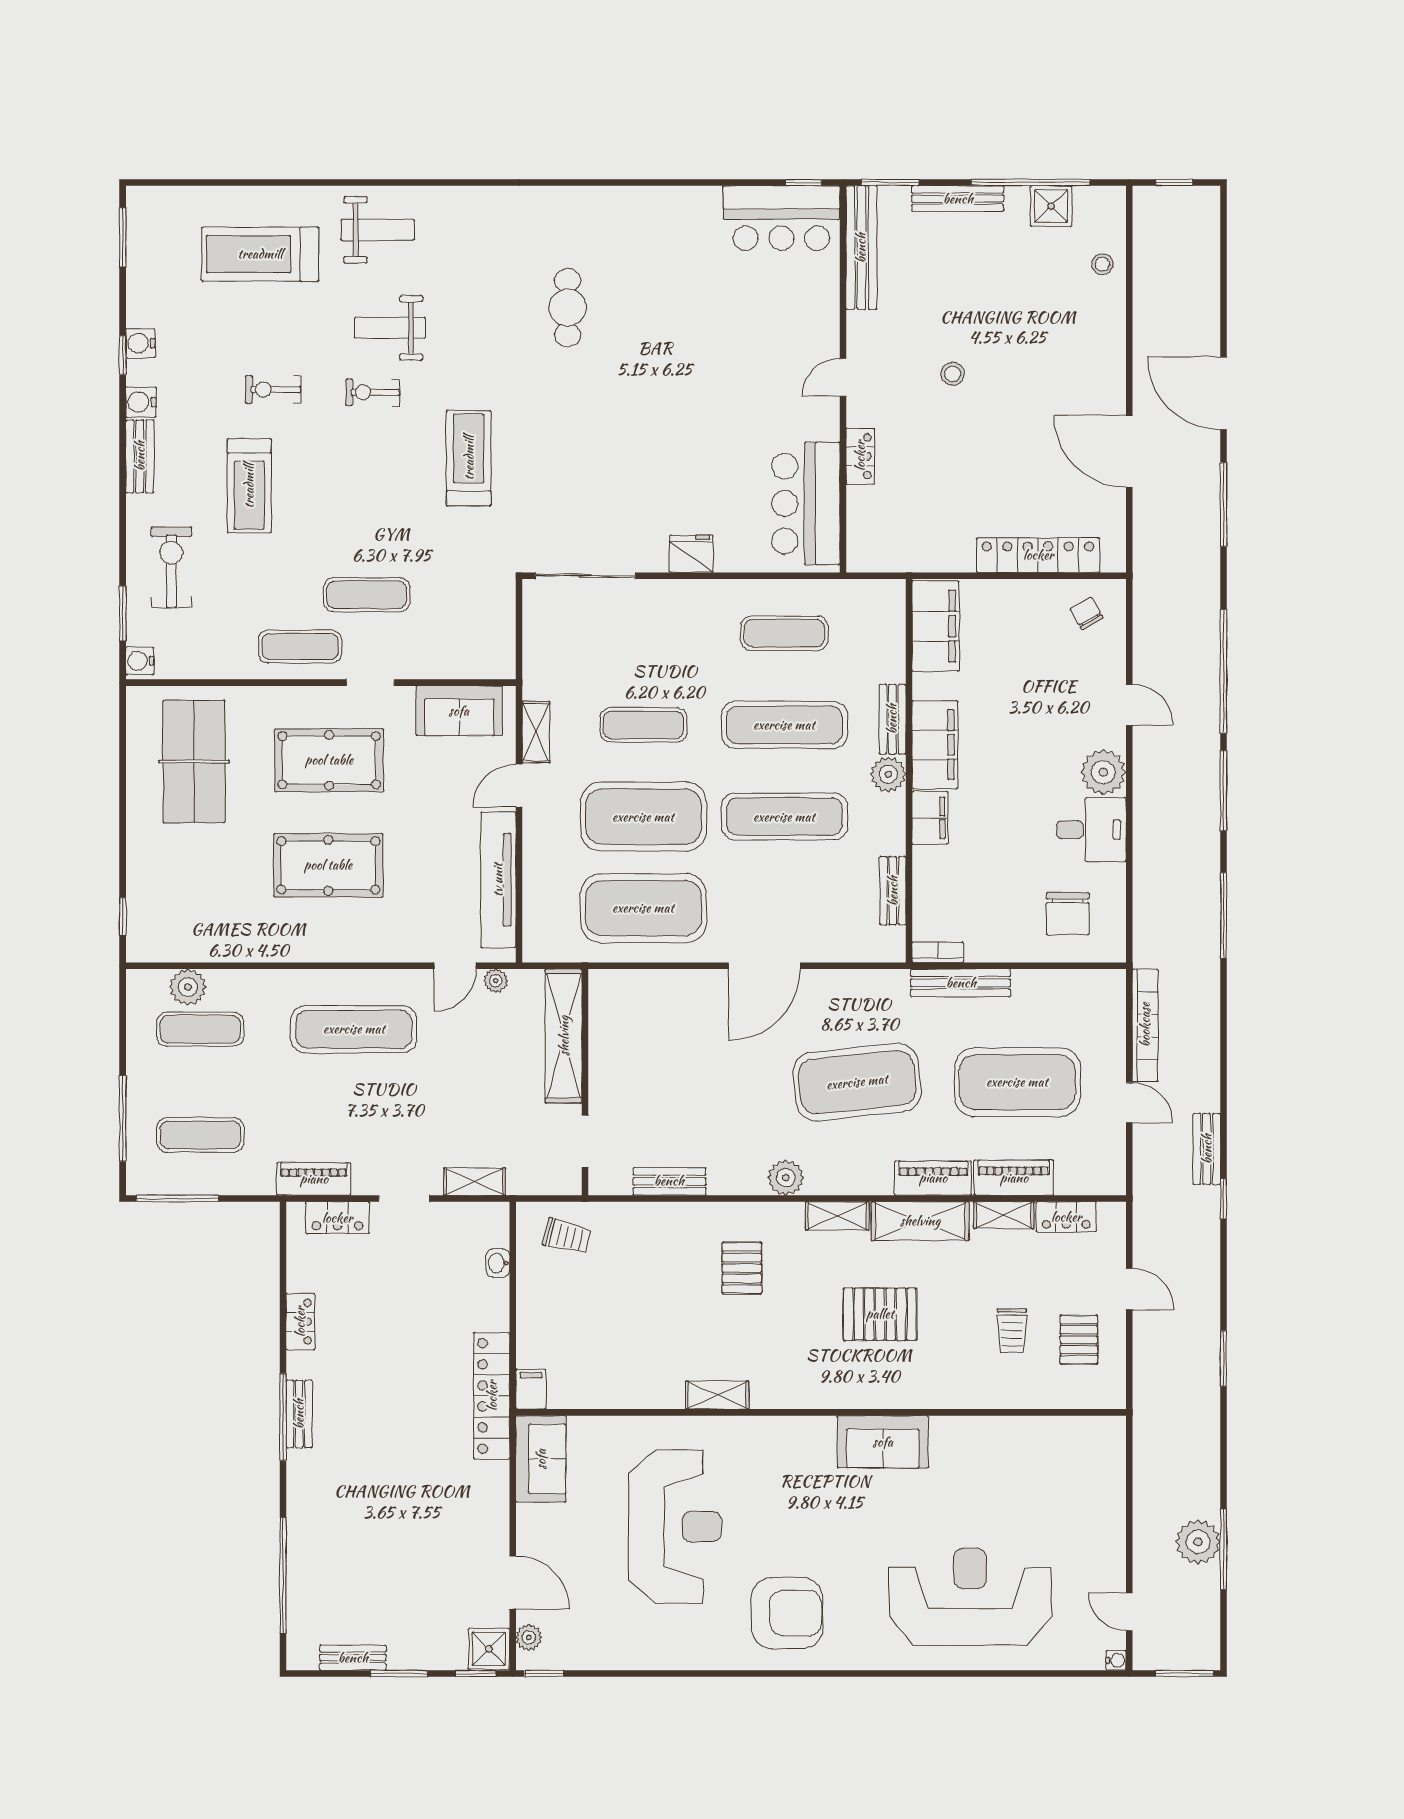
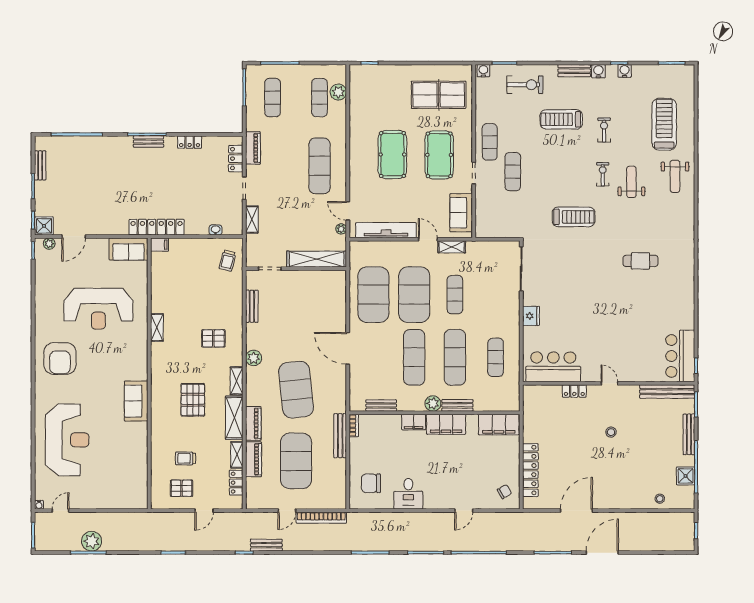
plant: (1103, 772) -> (434, 499), removed

